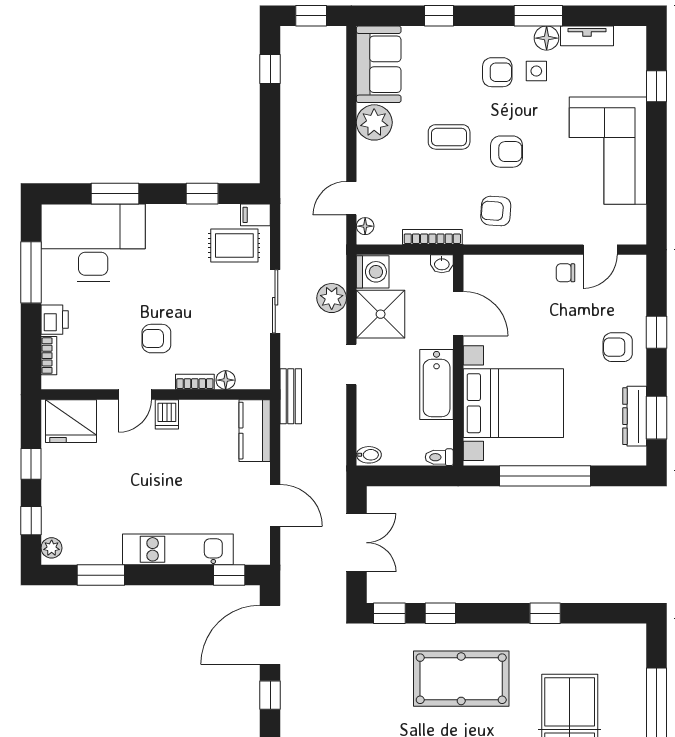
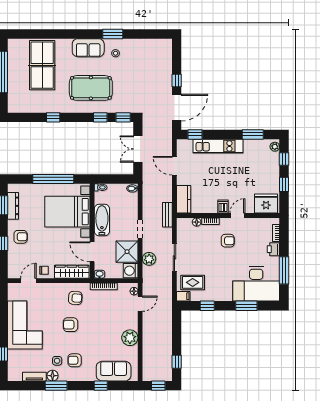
sofa: (379, 64) -> (114, 371), moved, turned 90
coffee table: (449, 137) -> (96, 331), removed
wardrobe: (504, 269) -> (72, 272), added

